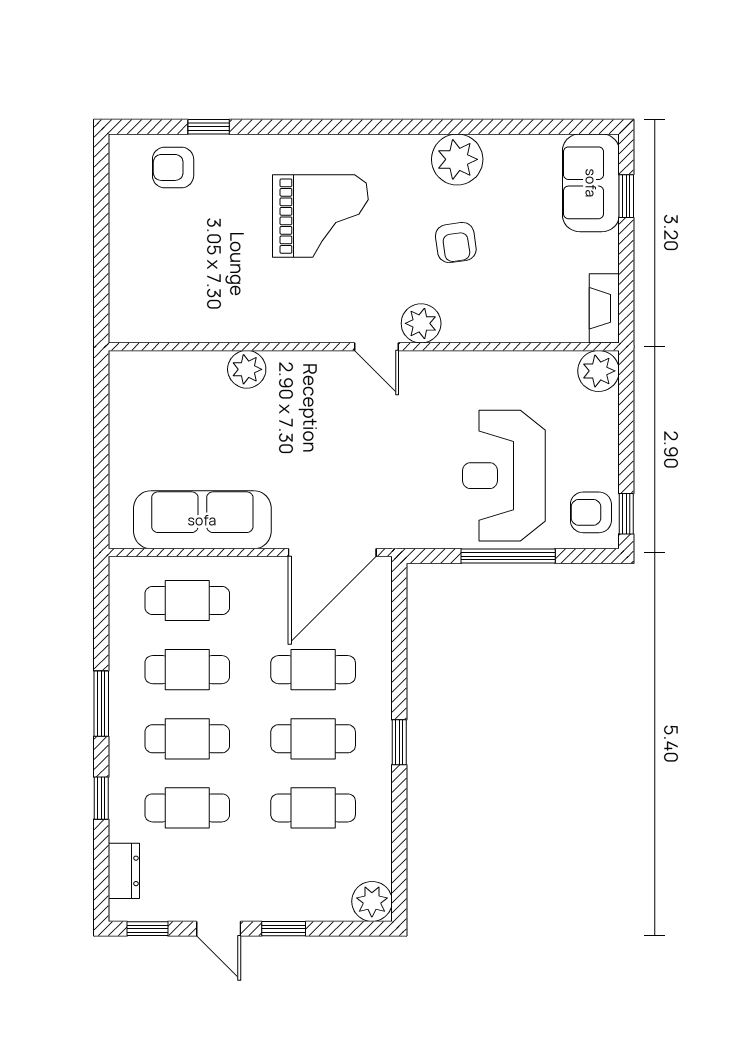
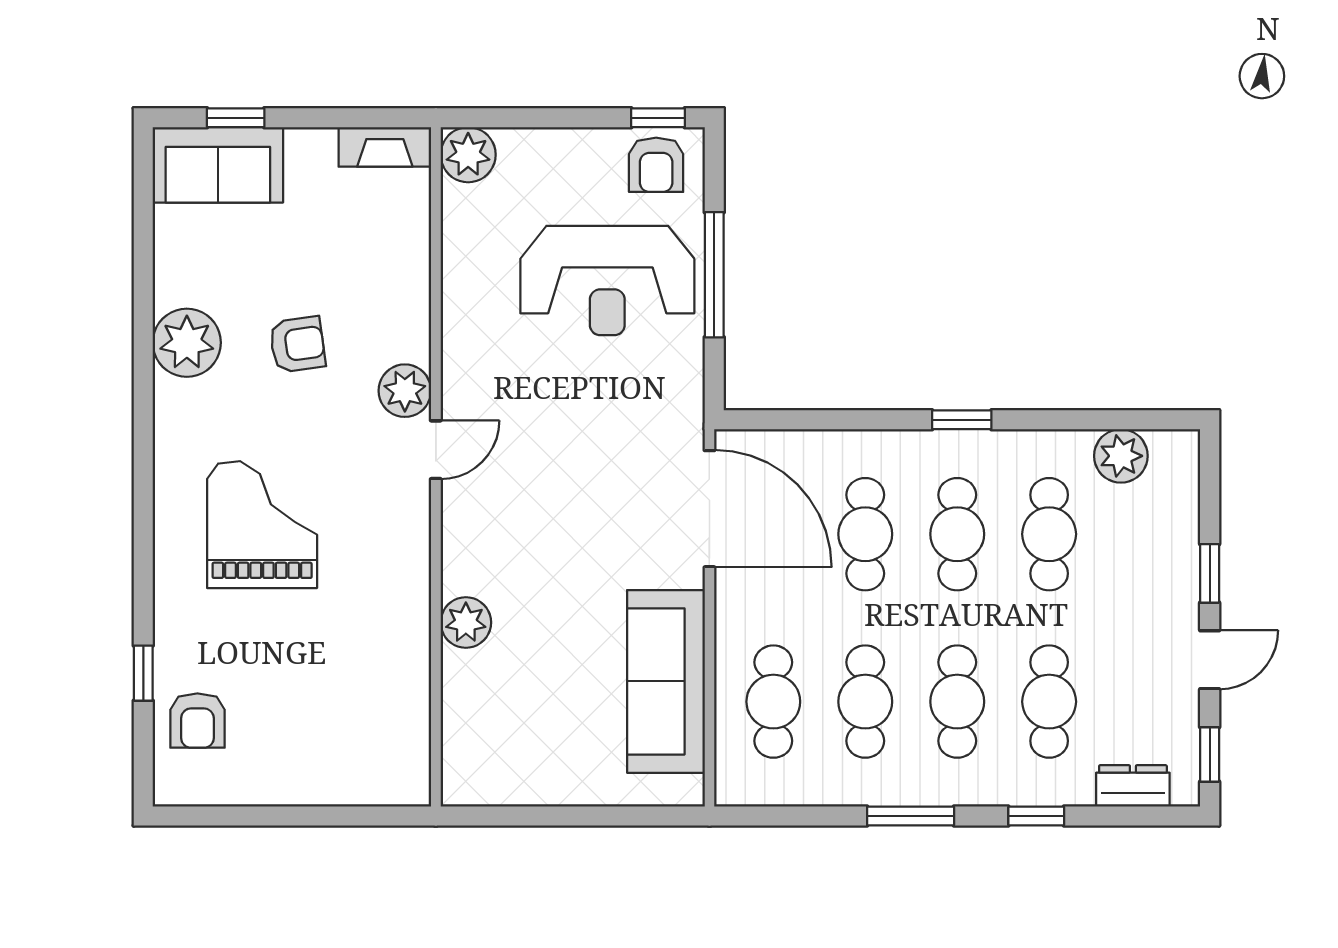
plant: (372, 901) -> (1121, 456), moved

